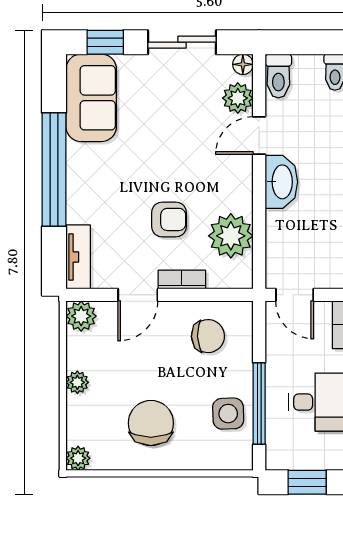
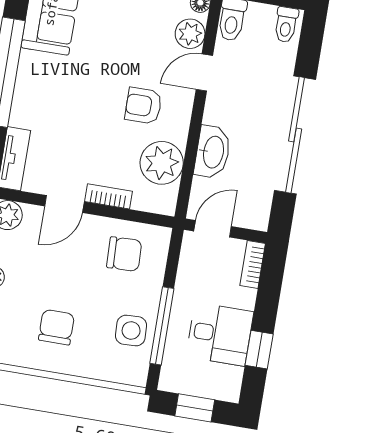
washbasin: (281, 182) -> (213, 152), moved
armchair: (169, 219) -> (143, 106), moved, turned 180
door: (295, 295) -> (213, 229), swing flipped
chair: (151, 423) -> (56, 327), width x0.73, depth x0.73

